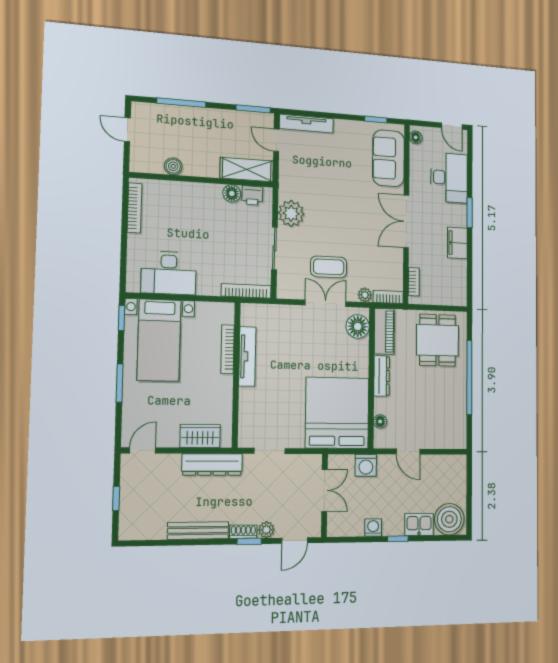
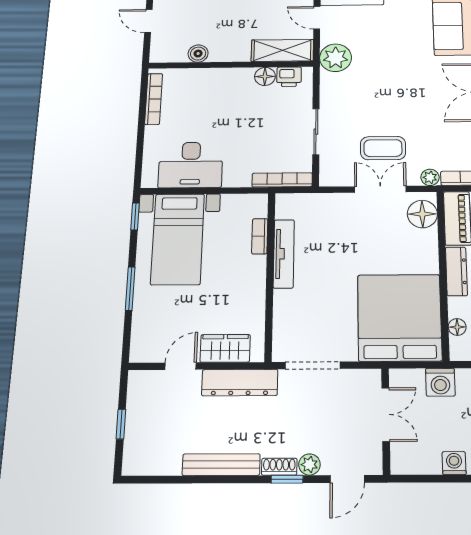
plant: (291, 213) -> (336, 58), moved
bookcase: (228, 349) -> (260, 236), width x0.64
door: (143, 450) -> (181, 366), moved
doorway: (270, 451) -> (313, 365), width x1.38

